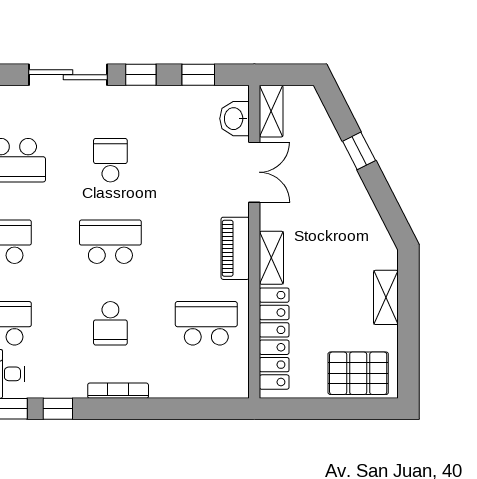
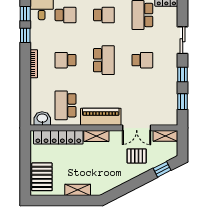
sliding door: (68, 75) -> (183, 40), width x0.73
washbasin: (234, 119) -> (42, 119), moved
window: (359, 151) -> (162, 169), moved
pallet: (314, 172) -> (137, 156), added
piano: (235, 248) -> (101, 117), width x1.37, depth x1.33
school desk: (206, 323) -> (65, 105), turned 180

